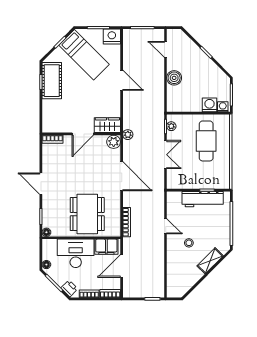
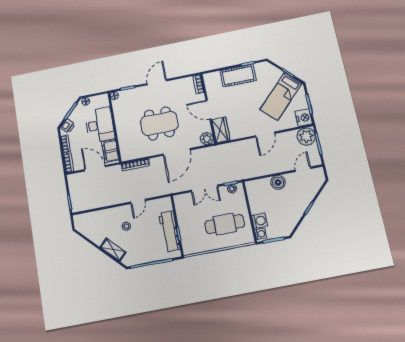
cot: (52, 81) -> (238, 76), moved
plant: (128, 135) -> (306, 136), moved, width x1.88, depth x1.88
dining table: (87, 214) -> (159, 123), moved

